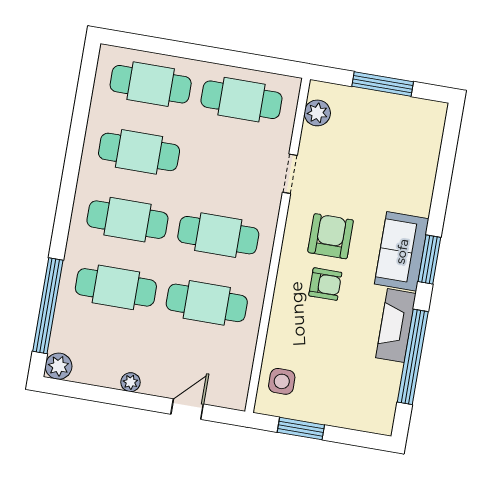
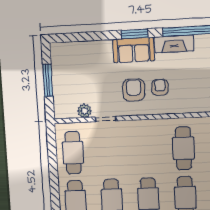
plant: (317, 113) -> (84, 111), moved
cafe table: (218, 235) -> (146, 150), removed
armchair: (331, 236) -> (134, 90), turned 90

